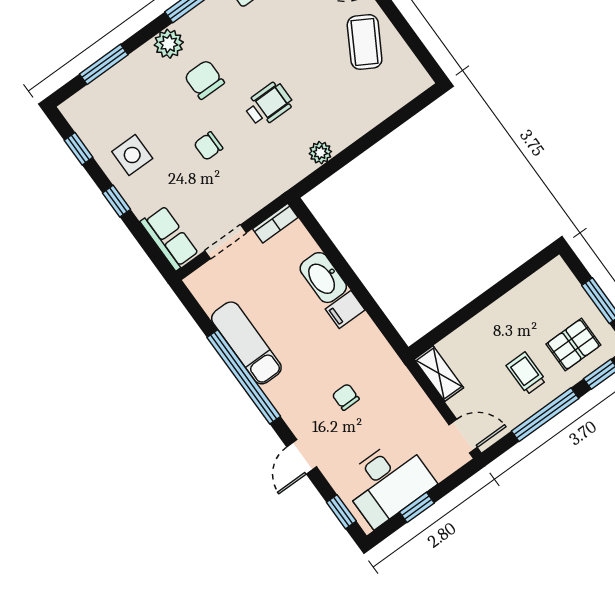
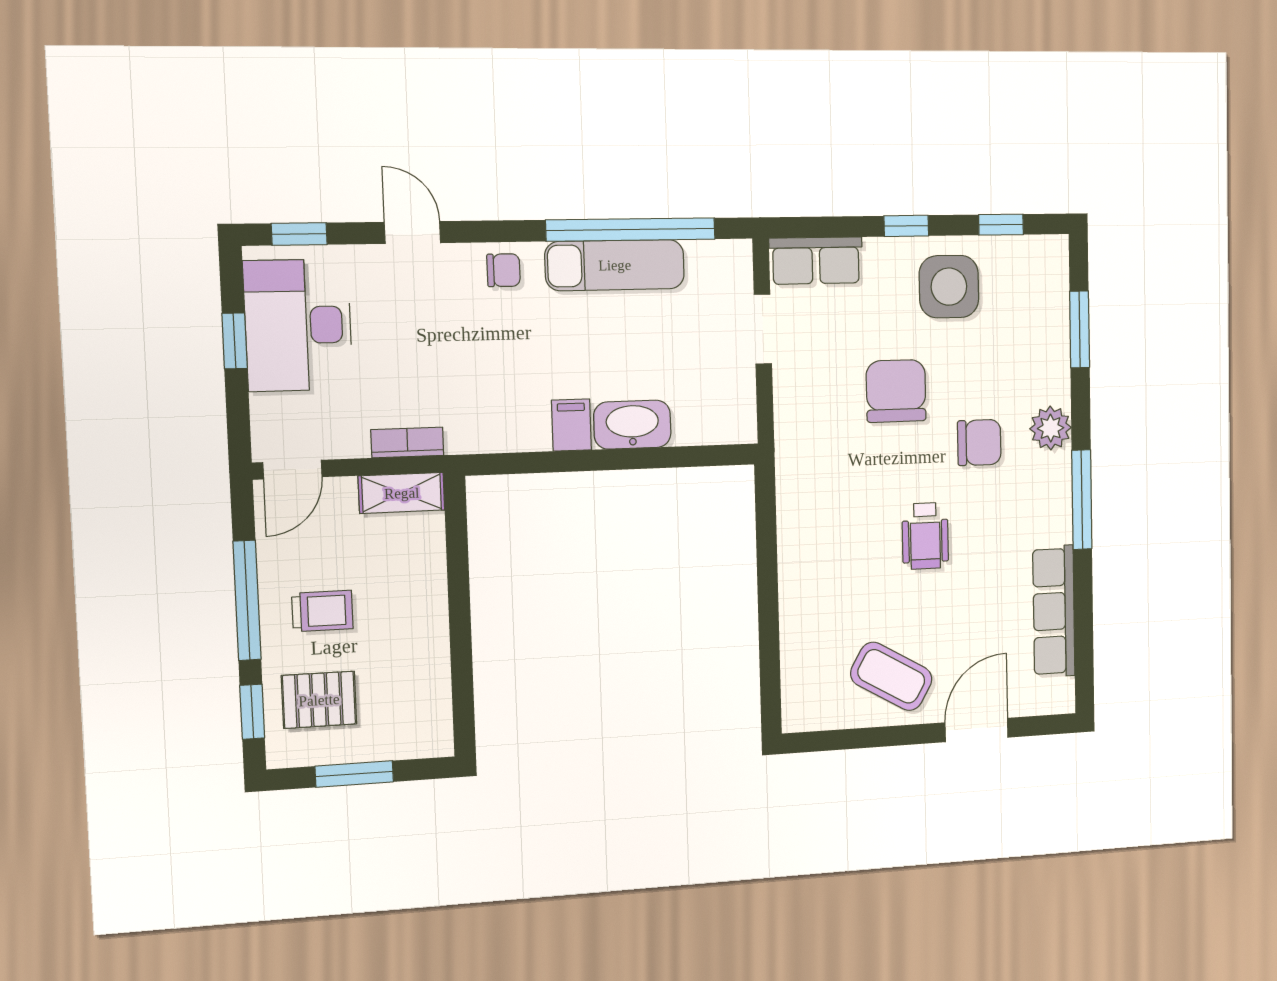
wheelchair: (268, 104) -> (925, 536), moved
chair: (208, 146) -> (896, 391), width x1.87, depth x1.87
plant: (320, 153) -> (793, 529), removed
side table: (132, 155) -> (949, 287), width x1.37, depth x1.37
bookcase: (275, 223) -> (407, 442), moved, turned 90
pallet: (573, 344) -> (319, 700), turned 90
window: (244, 377) -> (631, 230), moved
chair: (346, 397) -> (504, 270), moved

